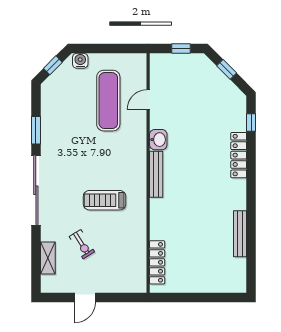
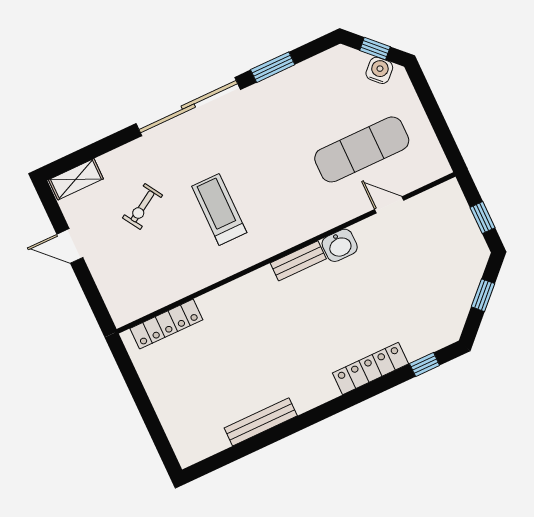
water cooler: (80, 61) -> (379, 70), moved, turned -45
bench: (156, 174) -> (298, 261), width x0.73
shelving: (48, 258) -> (76, 179), moved

